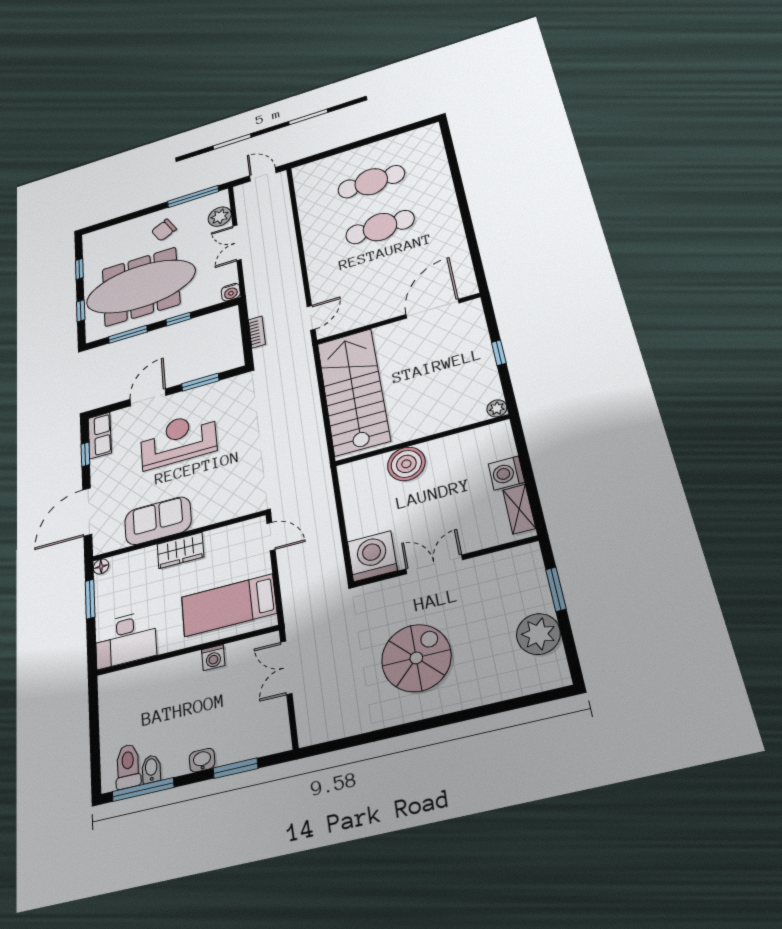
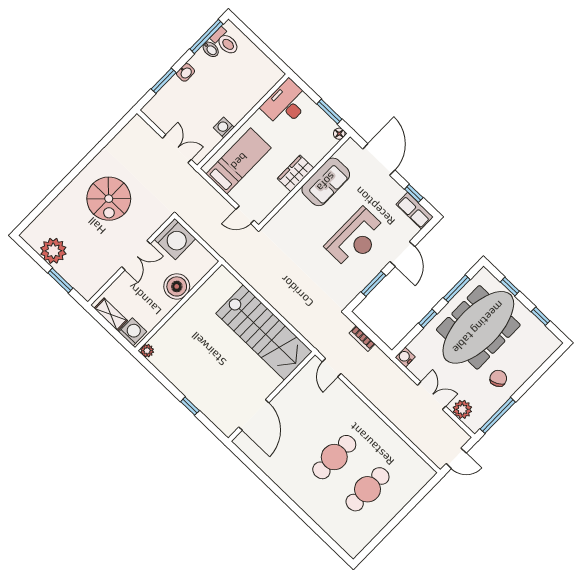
plant: (497, 408) -> (147, 351), moved
wall: (421, 440) -> (178, 306), moved
boiler: (406, 464) -> (177, 286), moved

